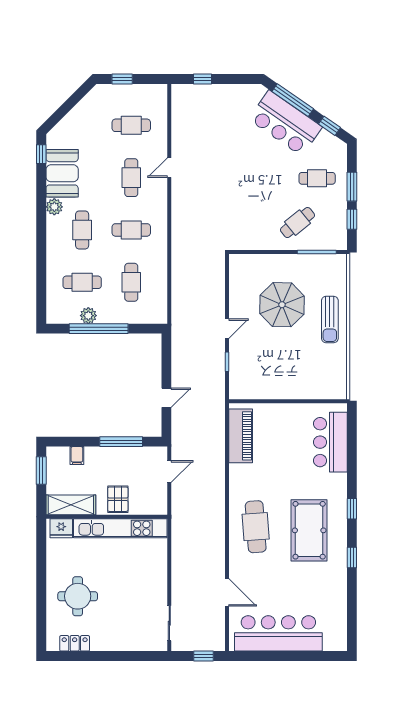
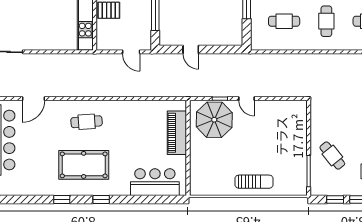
parasol: (282, 305) -> (214, 120), moved
sun lounger: (330, 319) -> (254, 182), turned 180
piano: (241, 436) -> (177, 133), moved, turned 90
cafe table: (256, 527) -> (87, 122), width x0.73, depth x0.74

